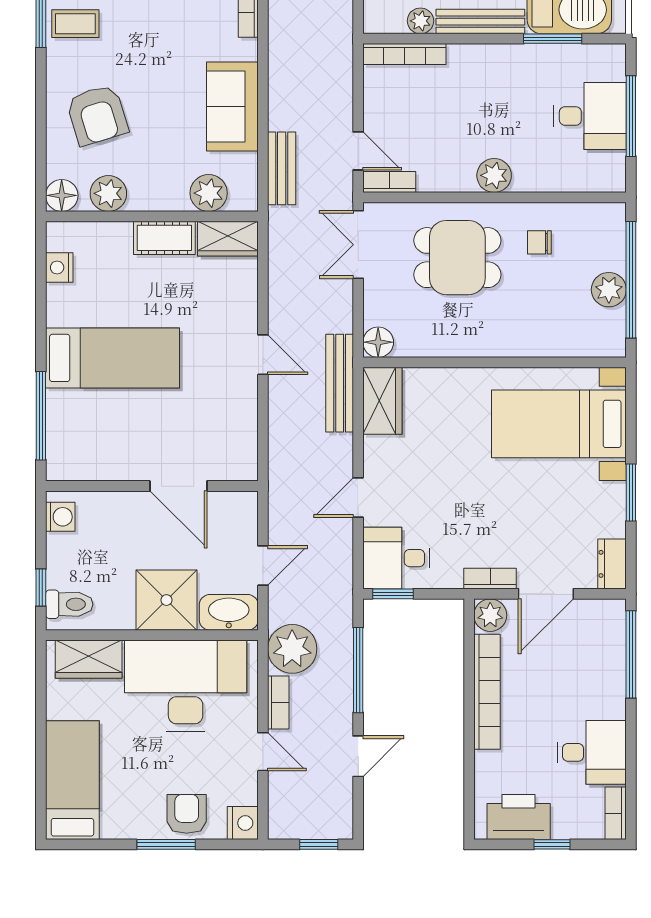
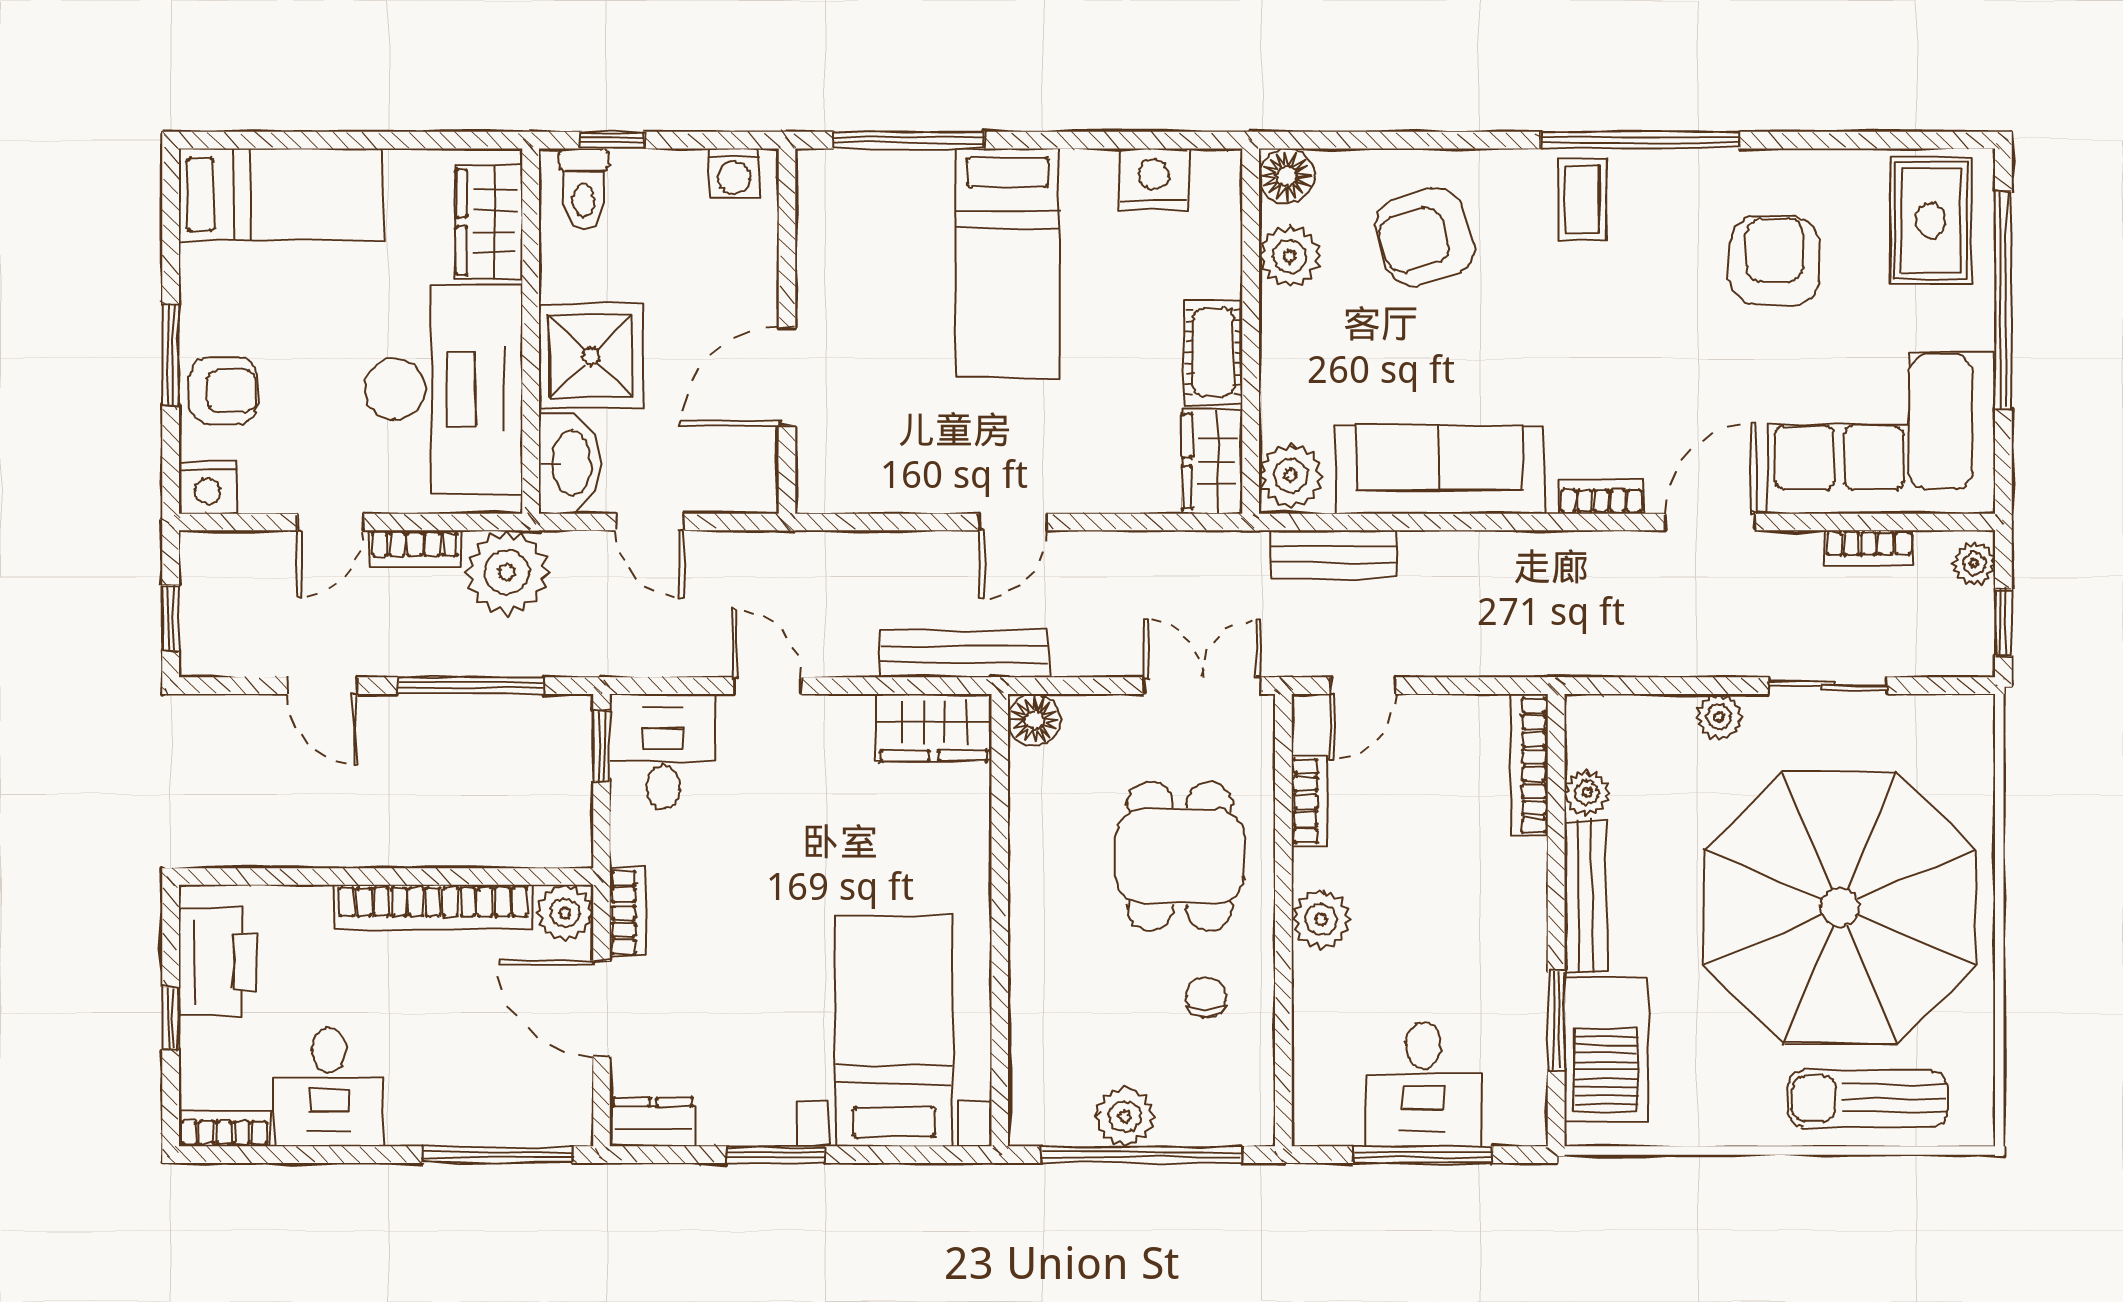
sofa: (232, 106) -> (1440, 469), width x1.36
bookcase: (389, 182) -> (1310, 801), moved
plant: (209, 193) -> (1291, 475), moved
nightstand: (59, 268) -> (1154, 179), width x1.36, depth x1.33

